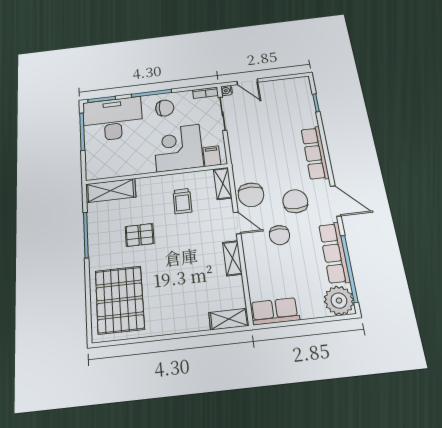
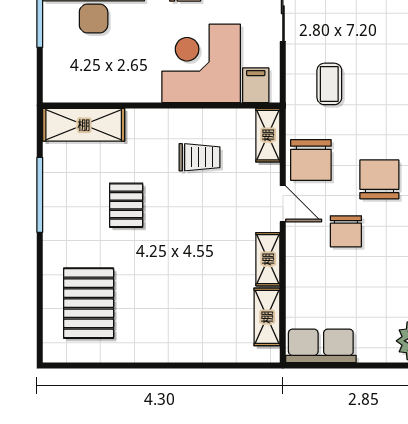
coffee table: (256, 150) -> (329, 84), added
trolley: (182, 201) -> (199, 157), turned -90
pallet: (140, 235) -> (126, 205), turned 90
pallet: (120, 300) -> (89, 303), width x0.73, depth x0.71
shelving: (229, 319) -> (267, 317), moved, turned 90

